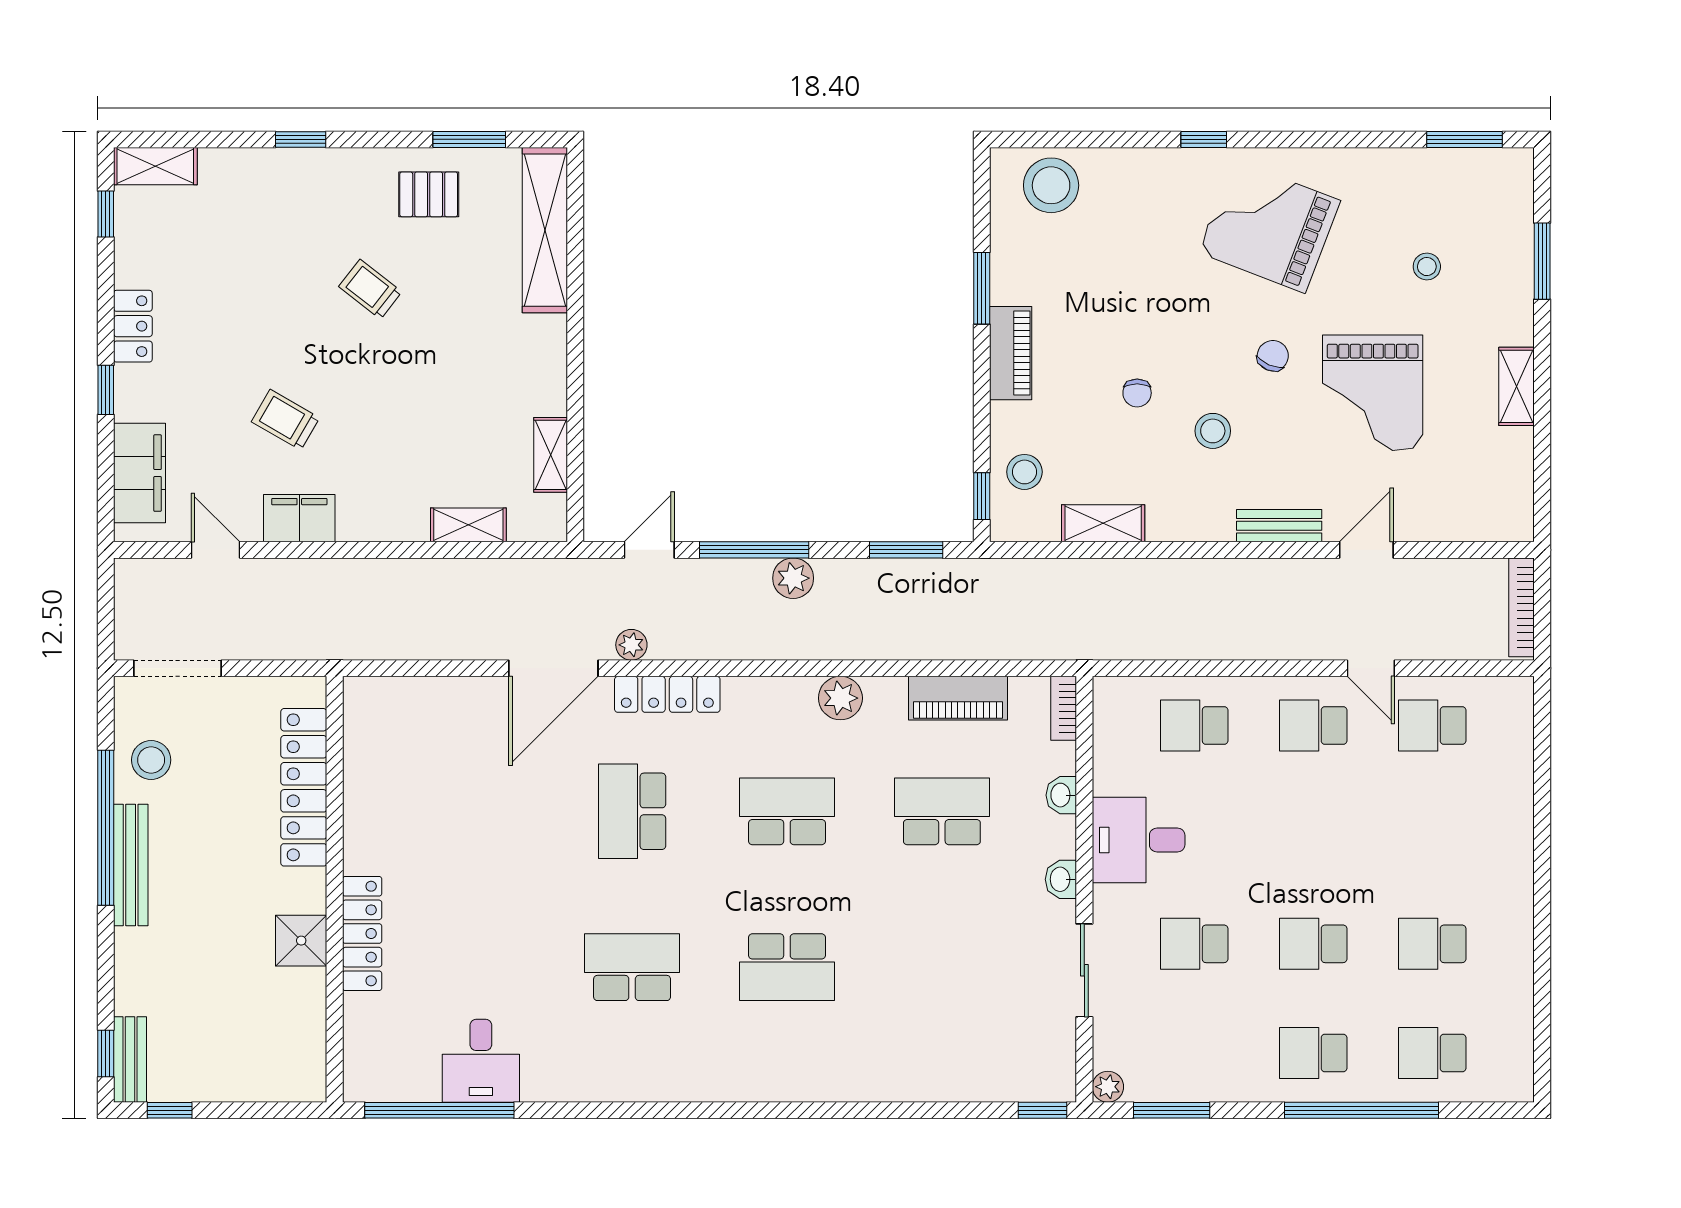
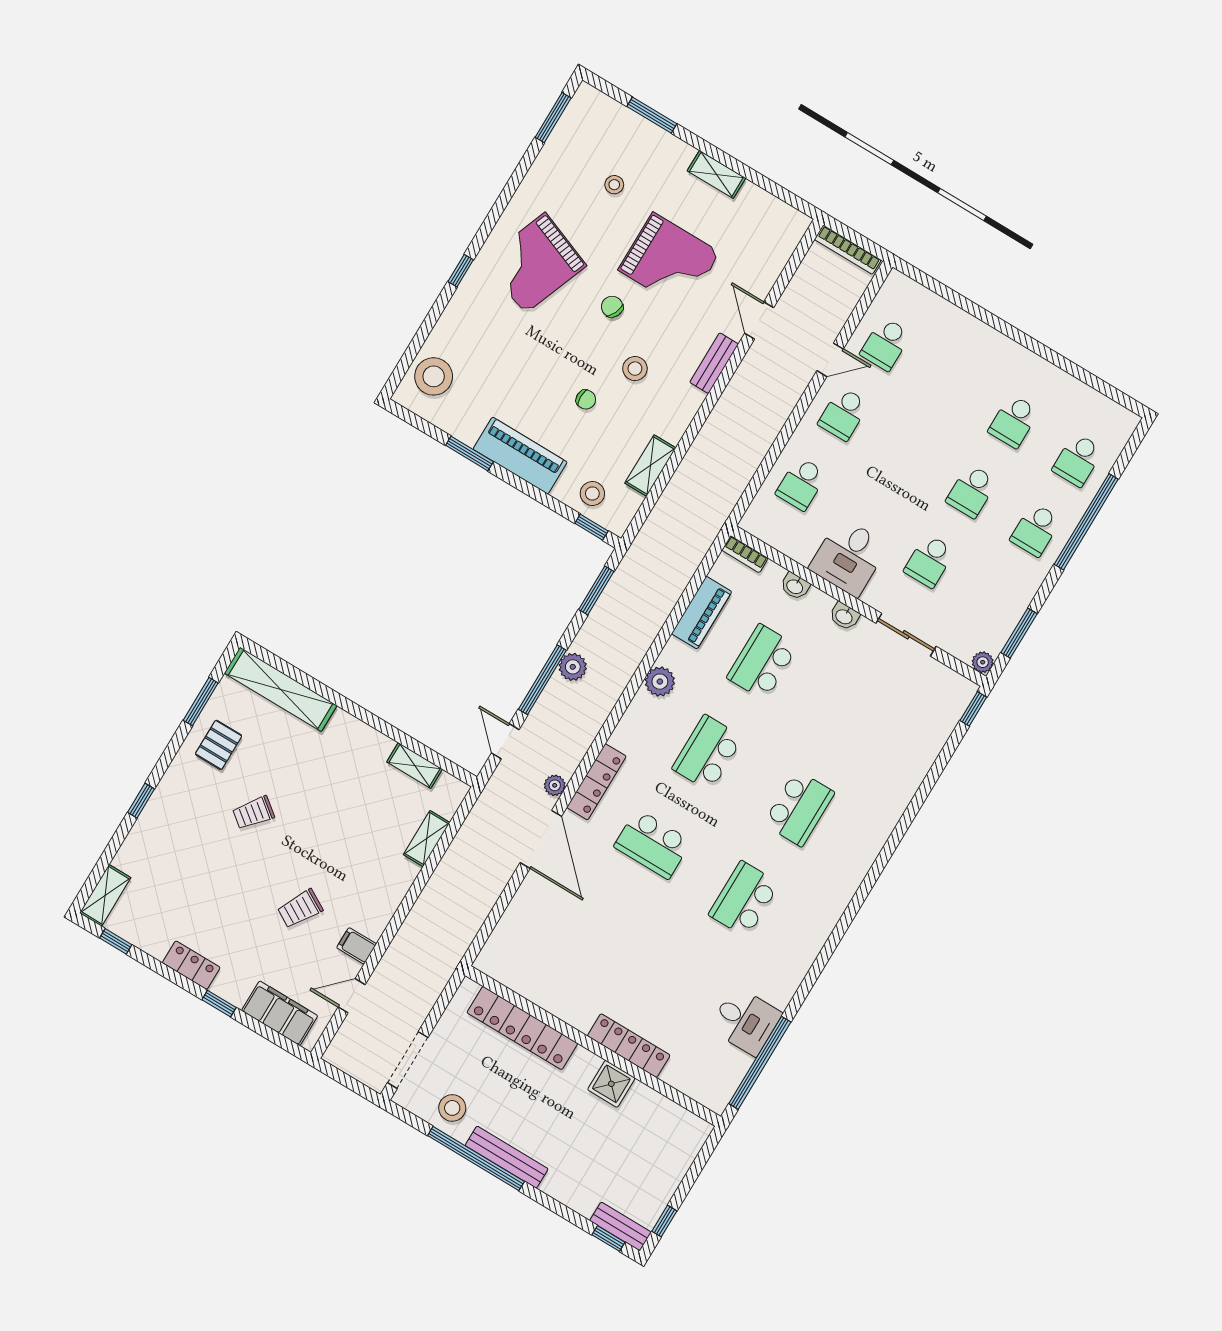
piano: (1011, 353) -> (520, 456), width x1.37, depth x1.33
filing cabinet: (299, 518) -> (357, 946), width x0.50

